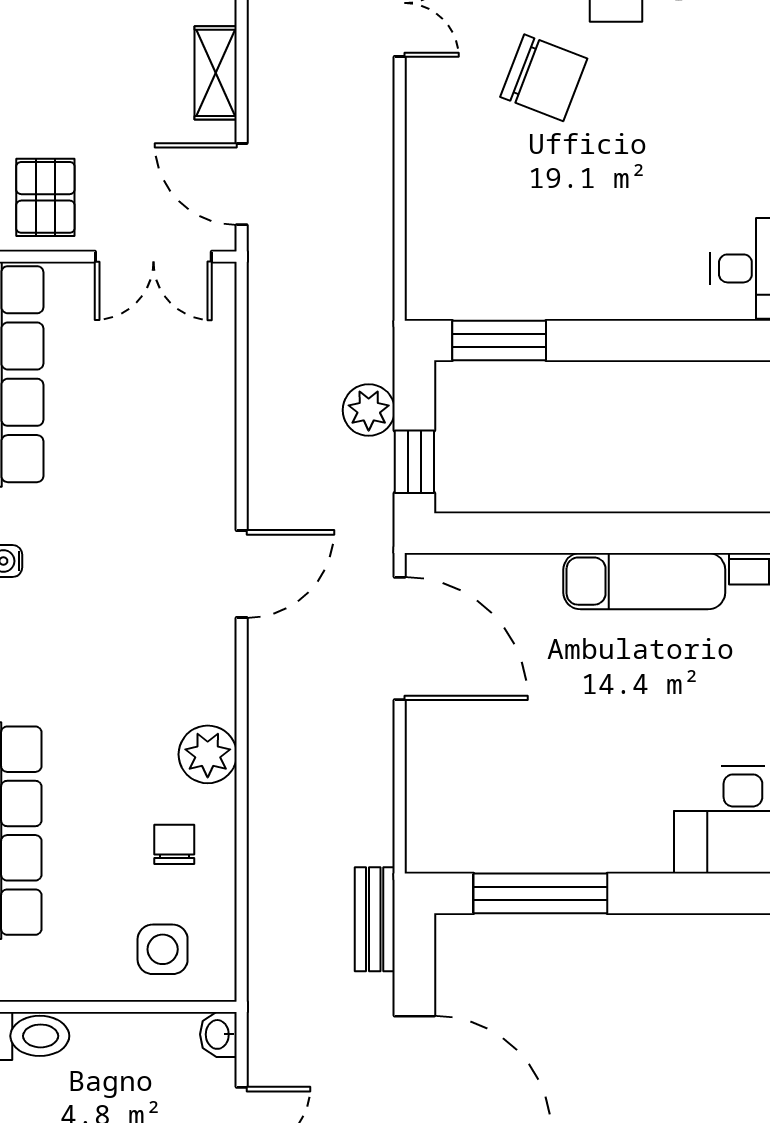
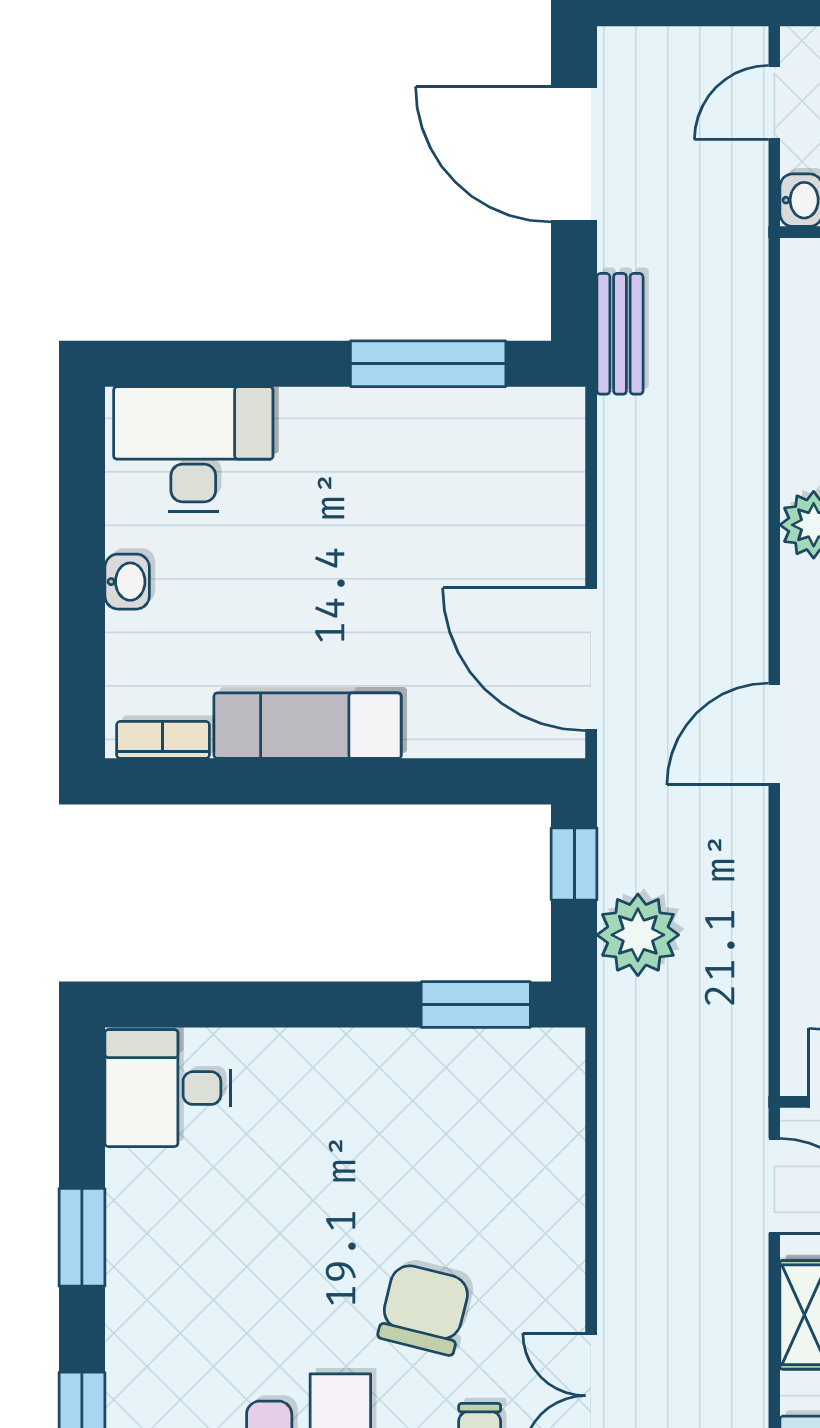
chair: (544, 78) -> (424, 1309), turned 83
plant: (369, 410) -> (638, 935), width x1.36, depth x1.36

